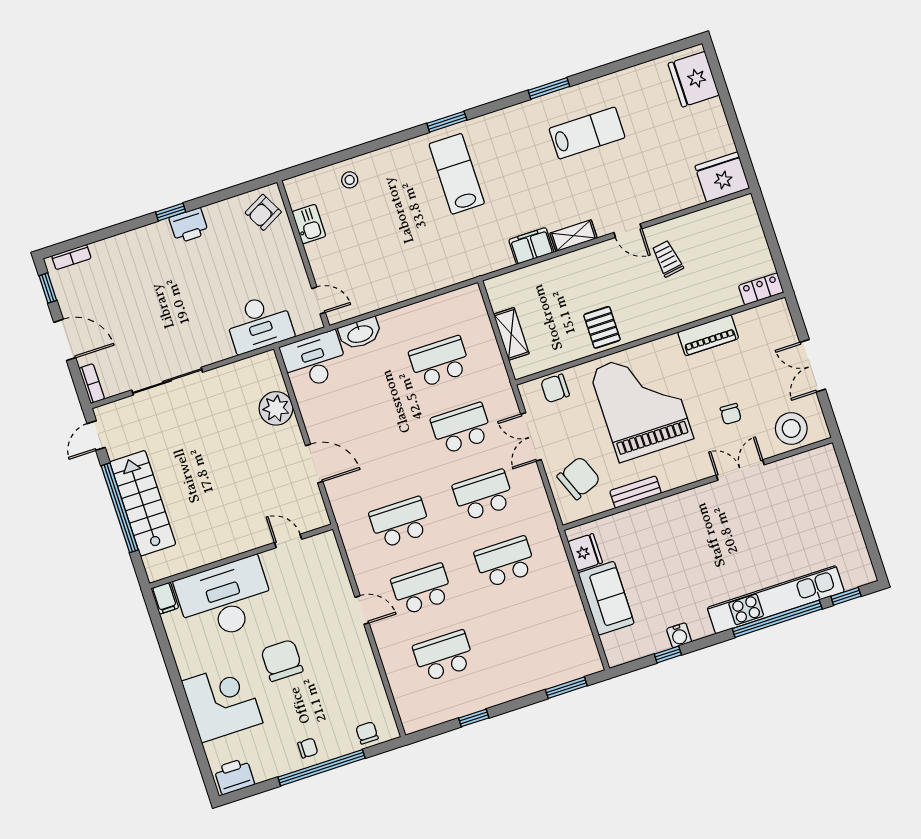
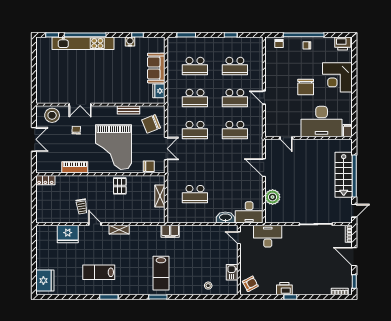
fridge: (722, 177) -> (68, 234), moved
filing cabinet: (531, 246) -> (170, 231), moved
school desk: (461, 428) -> (195, 66), moved

